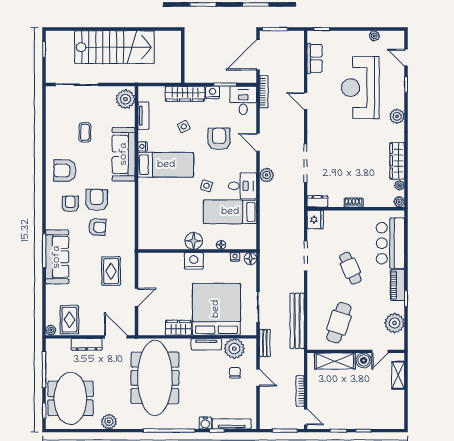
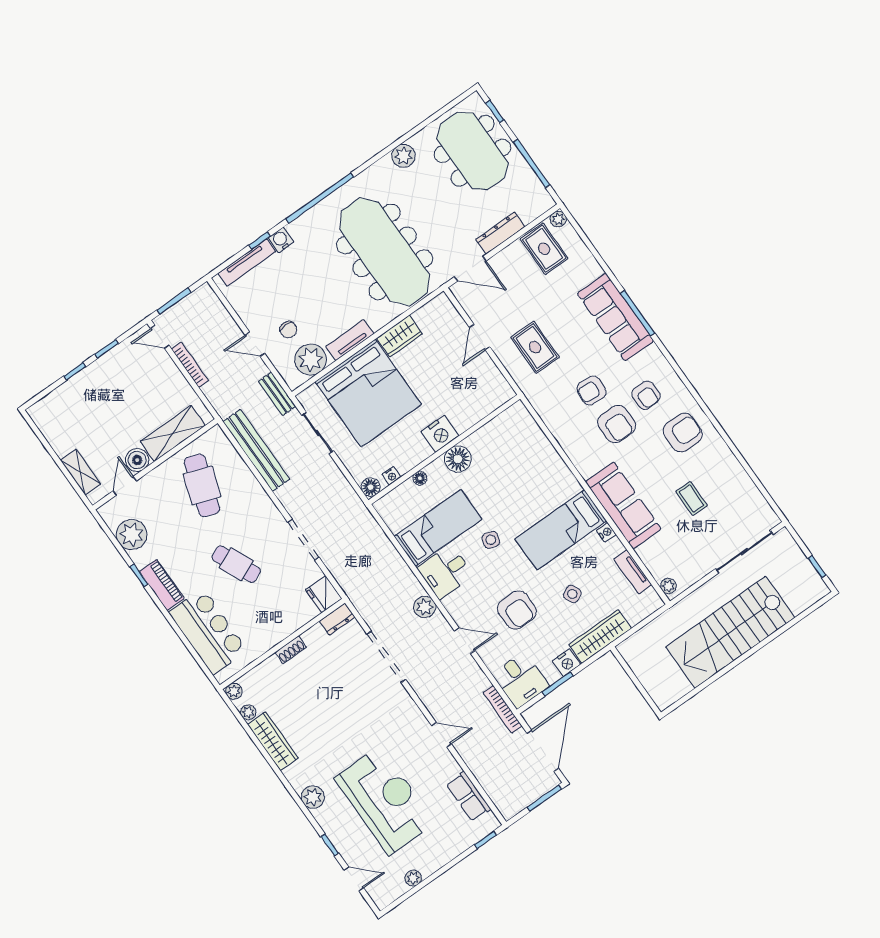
plant: (125, 99) -> (668, 586), width x0.53, depth x0.53

